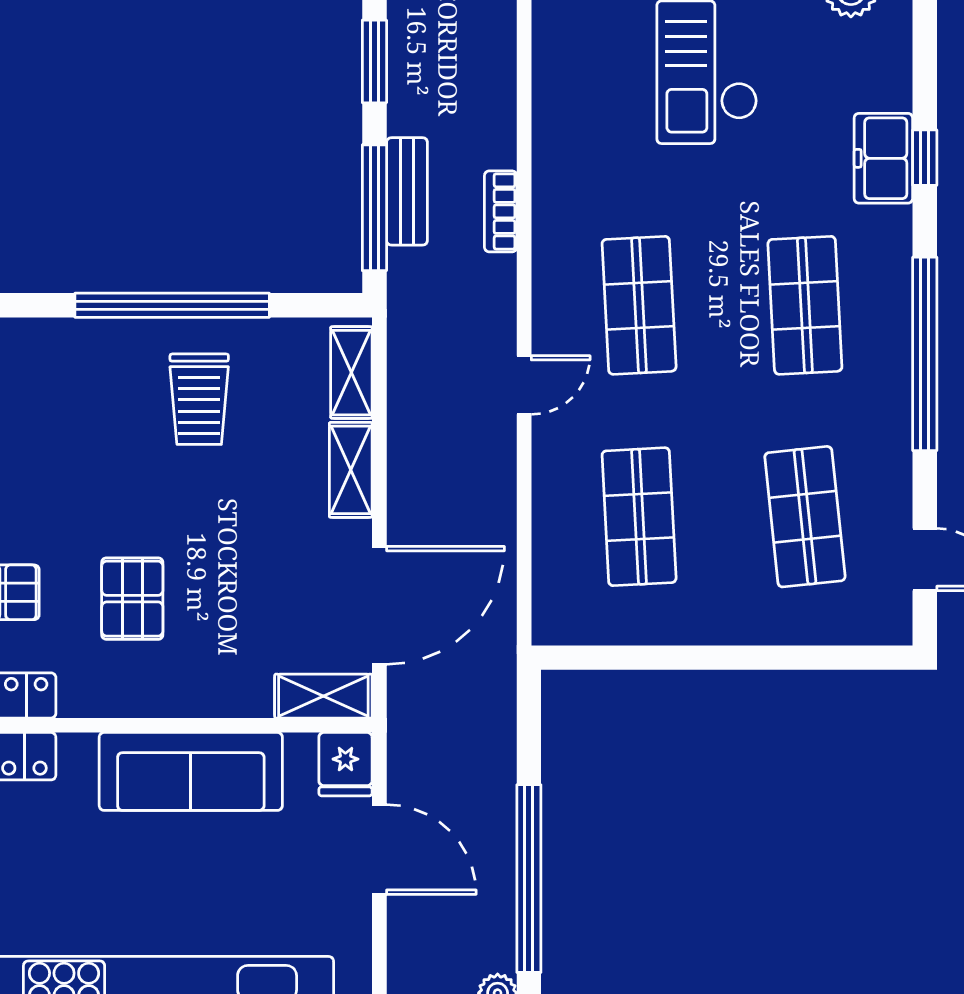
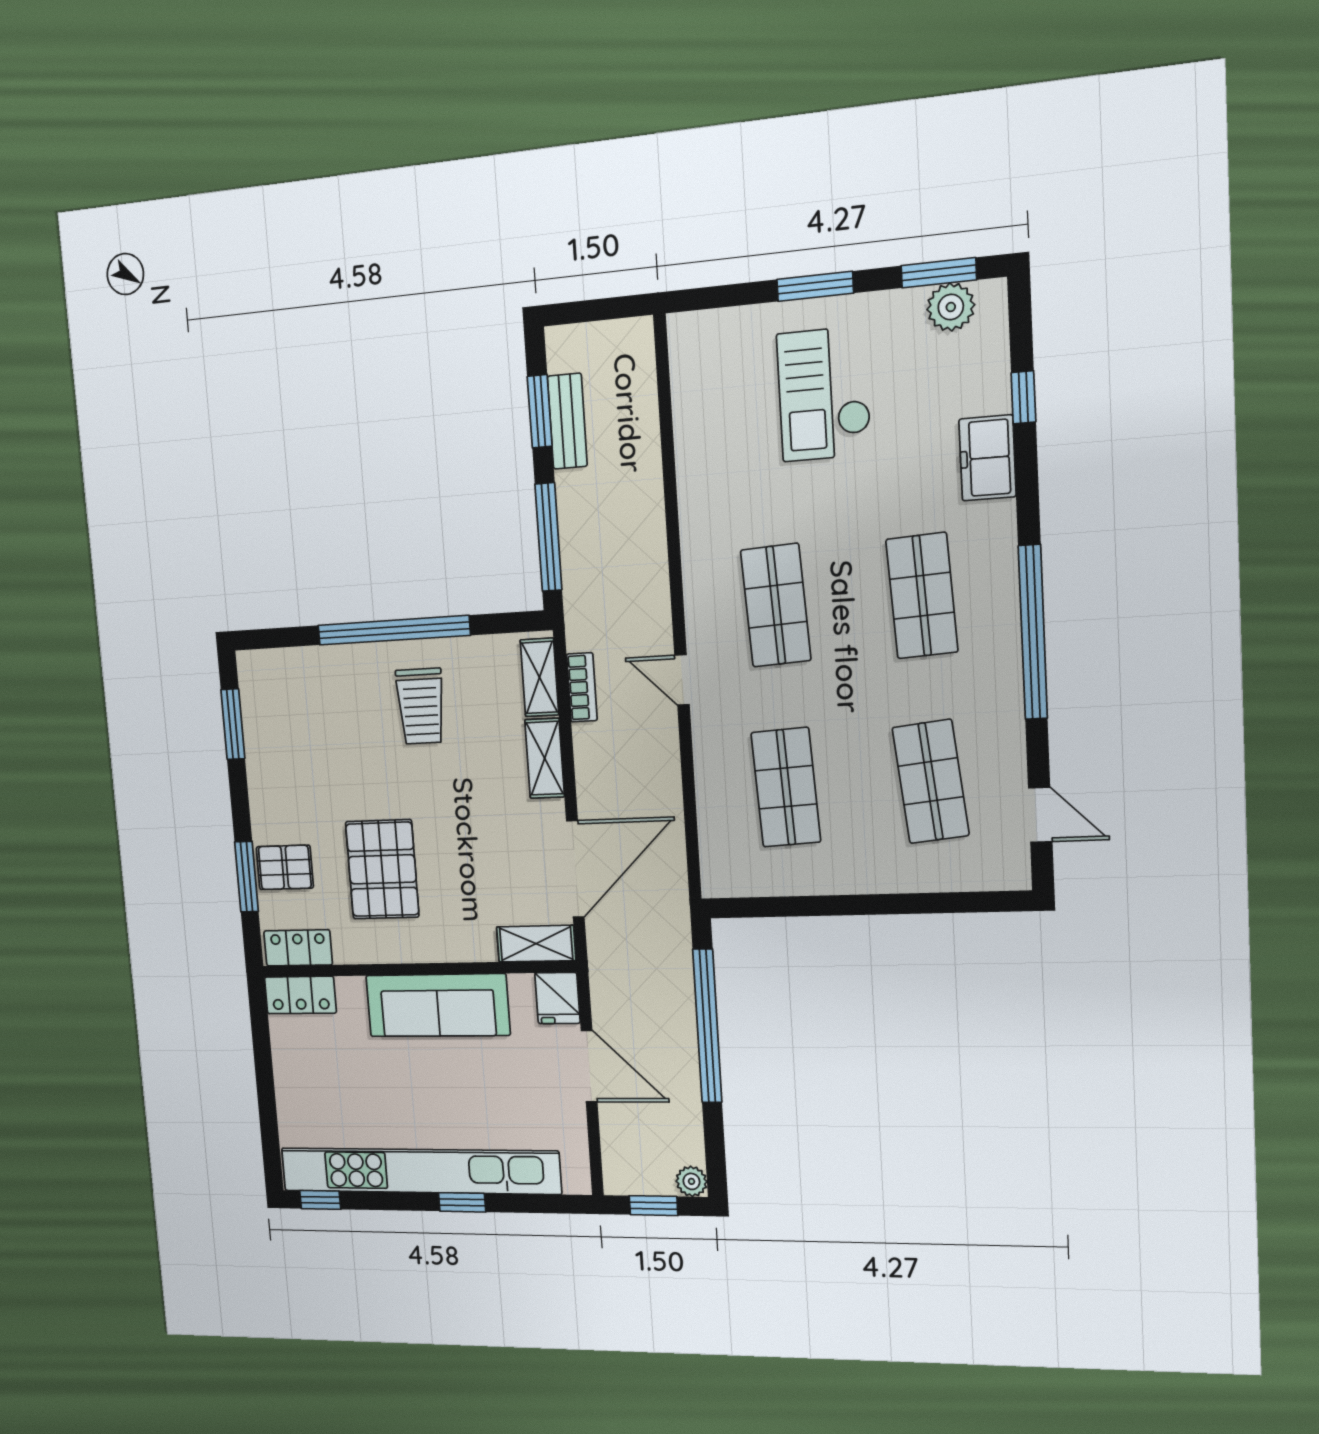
window: (925, 158) -> (1023, 397), moved
bench: (407, 191) -> (567, 421), moved
bookcase: (501, 211) -> (582, 687), moved, turned 180
door: (524, 385) -> (682, 680), swing flipped
pallet: (132, 599) -> (382, 869), width x1.50, depth x1.42
window: (529, 879) -> (707, 1026), moved

